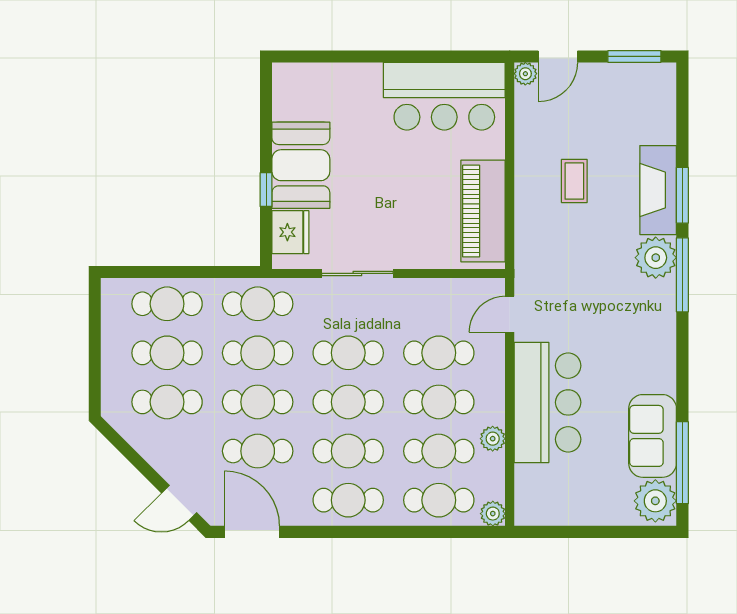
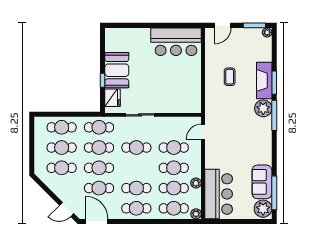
plant: (525, 74) -> (267, 32), moved
piano: (483, 211) -> (192, 89), removed
cafe table: (348, 402) -> (136, 168), removed
bar counter: (547, 402) -> (219, 194), moved

